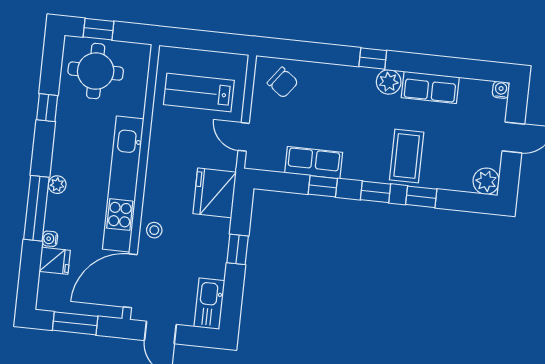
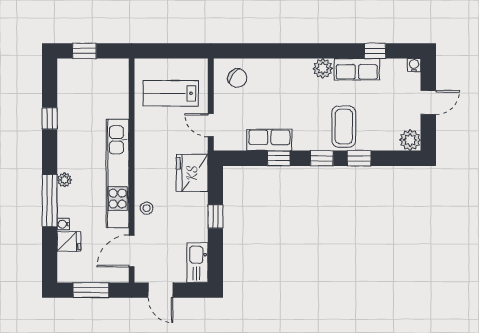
window: (373, 58) -> (375, 51), moved
round table: (96, 71) -> (86, 85), removed
door: (130, 281) -> (132, 251), width x0.73

